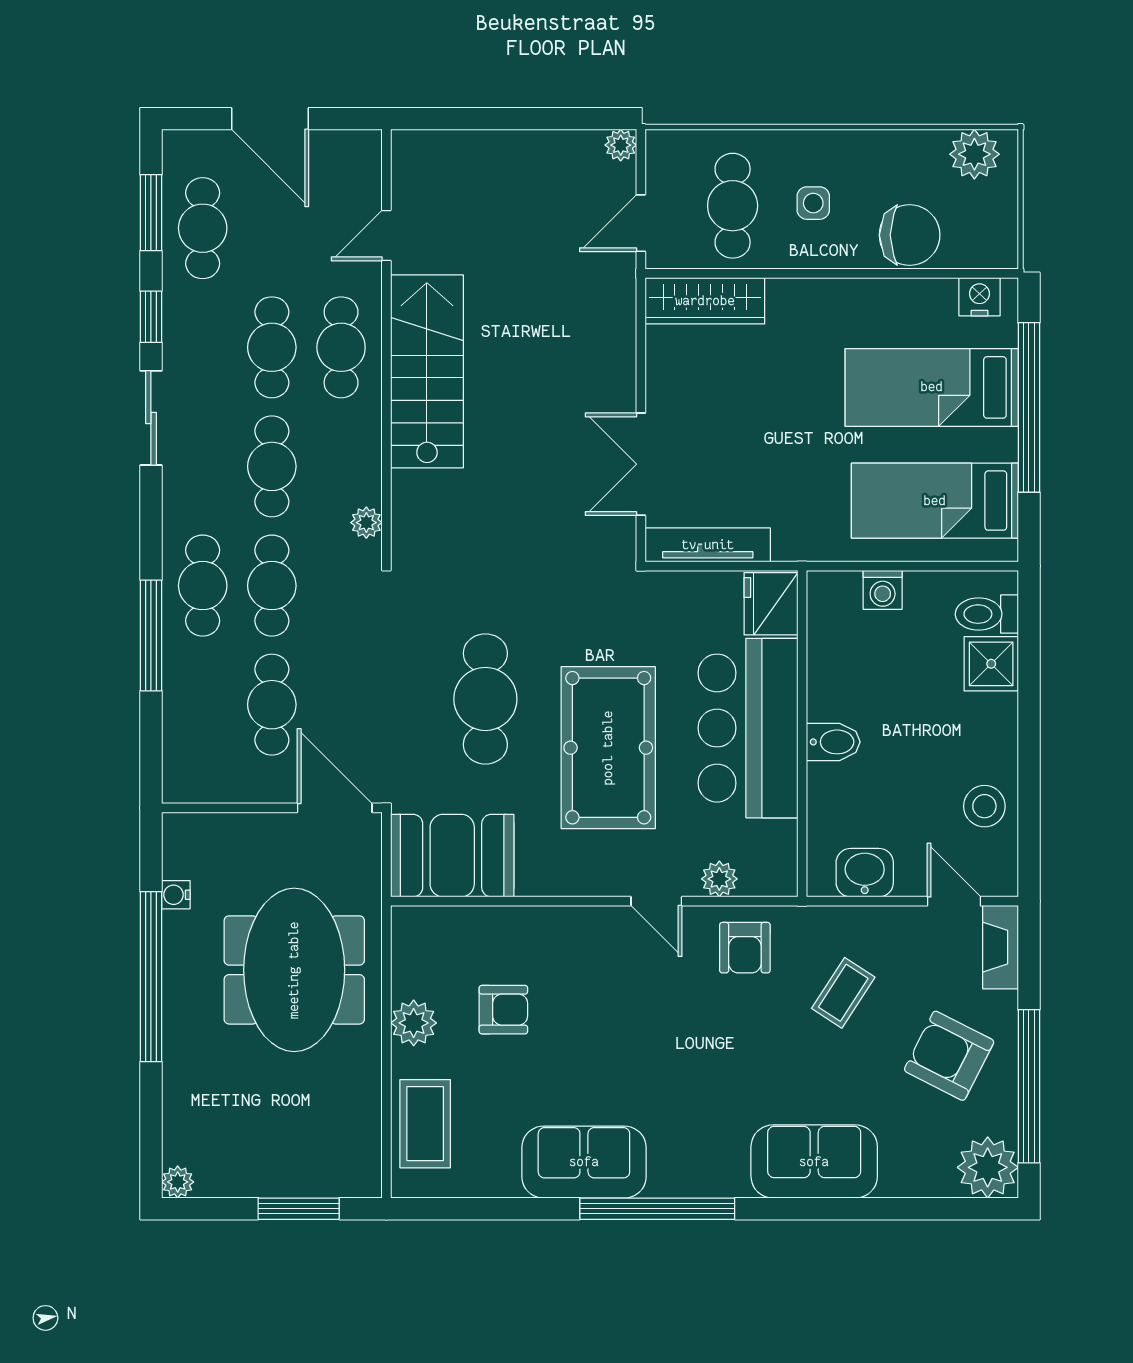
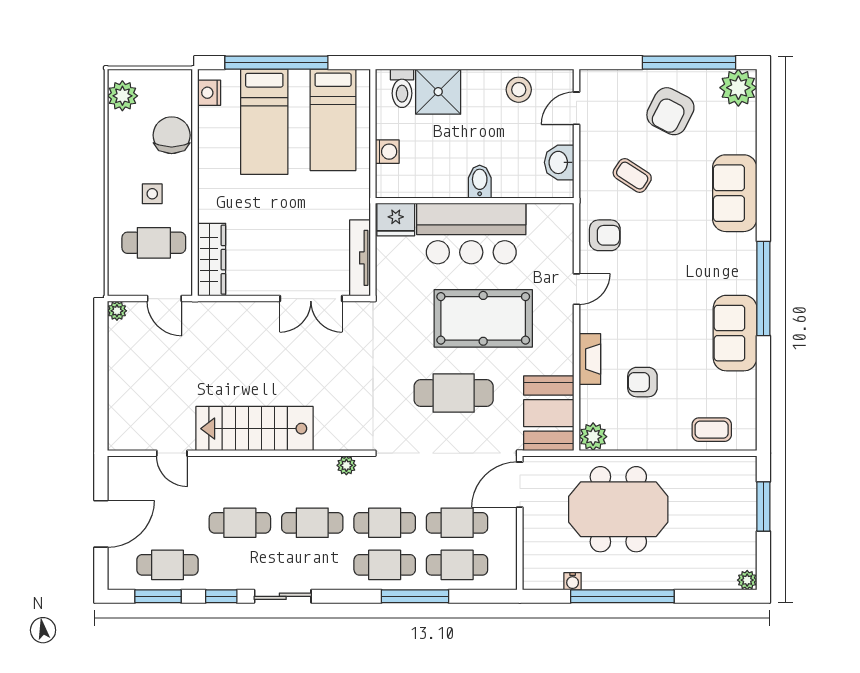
cafe table: (341, 347) -> (457, 565), moved
shower: (991, 664) -> (438, 92), width x1.36, depth x1.36
plant: (719, 879) -> (563, 251), removed
fireplace: (1001, 947) -> (590, 359), moved, turned -90
armchair: (503, 1010) -> (642, 382), turned -90
plant: (414, 1023) -> (593, 437), moved
coffee table: (425, 1124) -> (712, 430), width x0.73, depth x0.77

